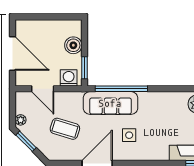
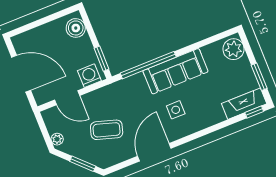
boiler: (73, 45) -> (76, 28), moved
sofa: (110, 103) -> (175, 71), moved
window: (26, 141) -> (83, 164), moved

